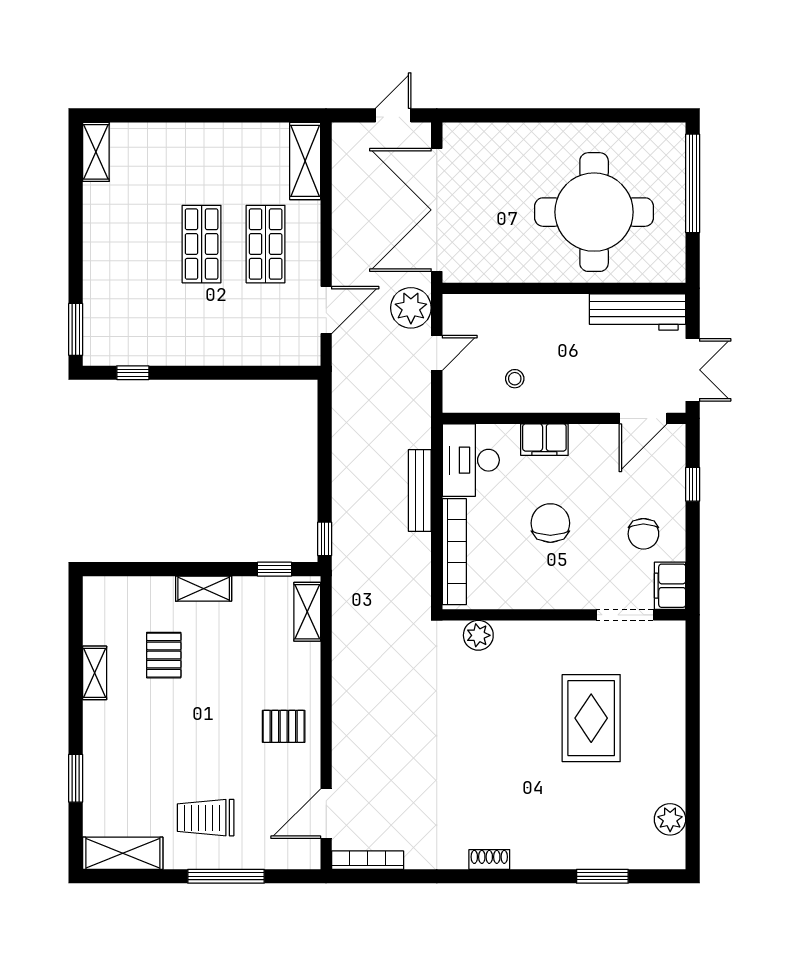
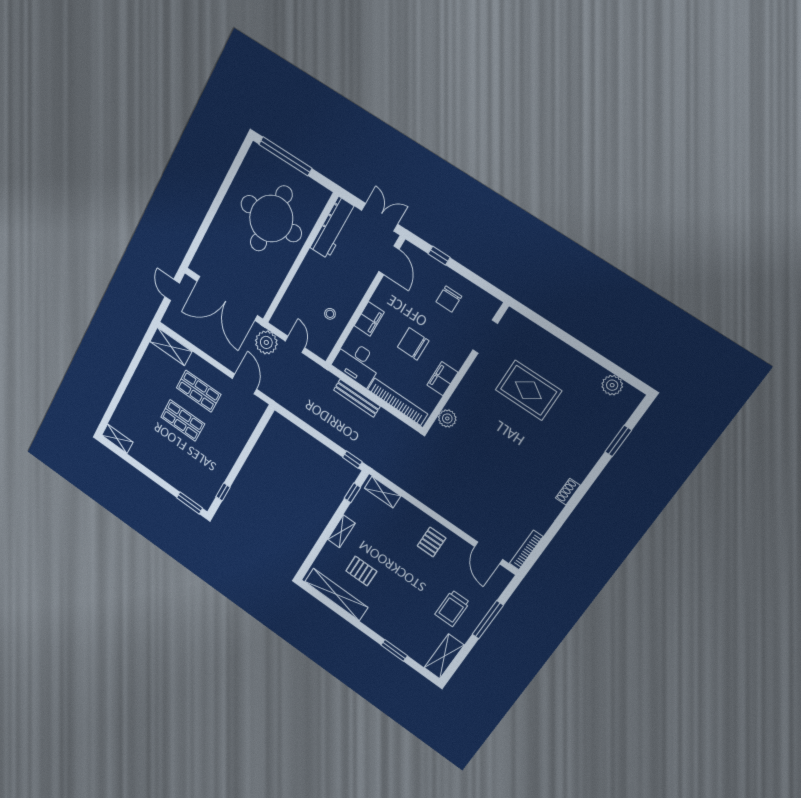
chair: (643, 534) -> (449, 299), turned 90
filing cabinet: (670, 586) -> (442, 379), moved, turned 90
shelving: (95, 673) -> (336, 594), width x2.20, depth x1.33

